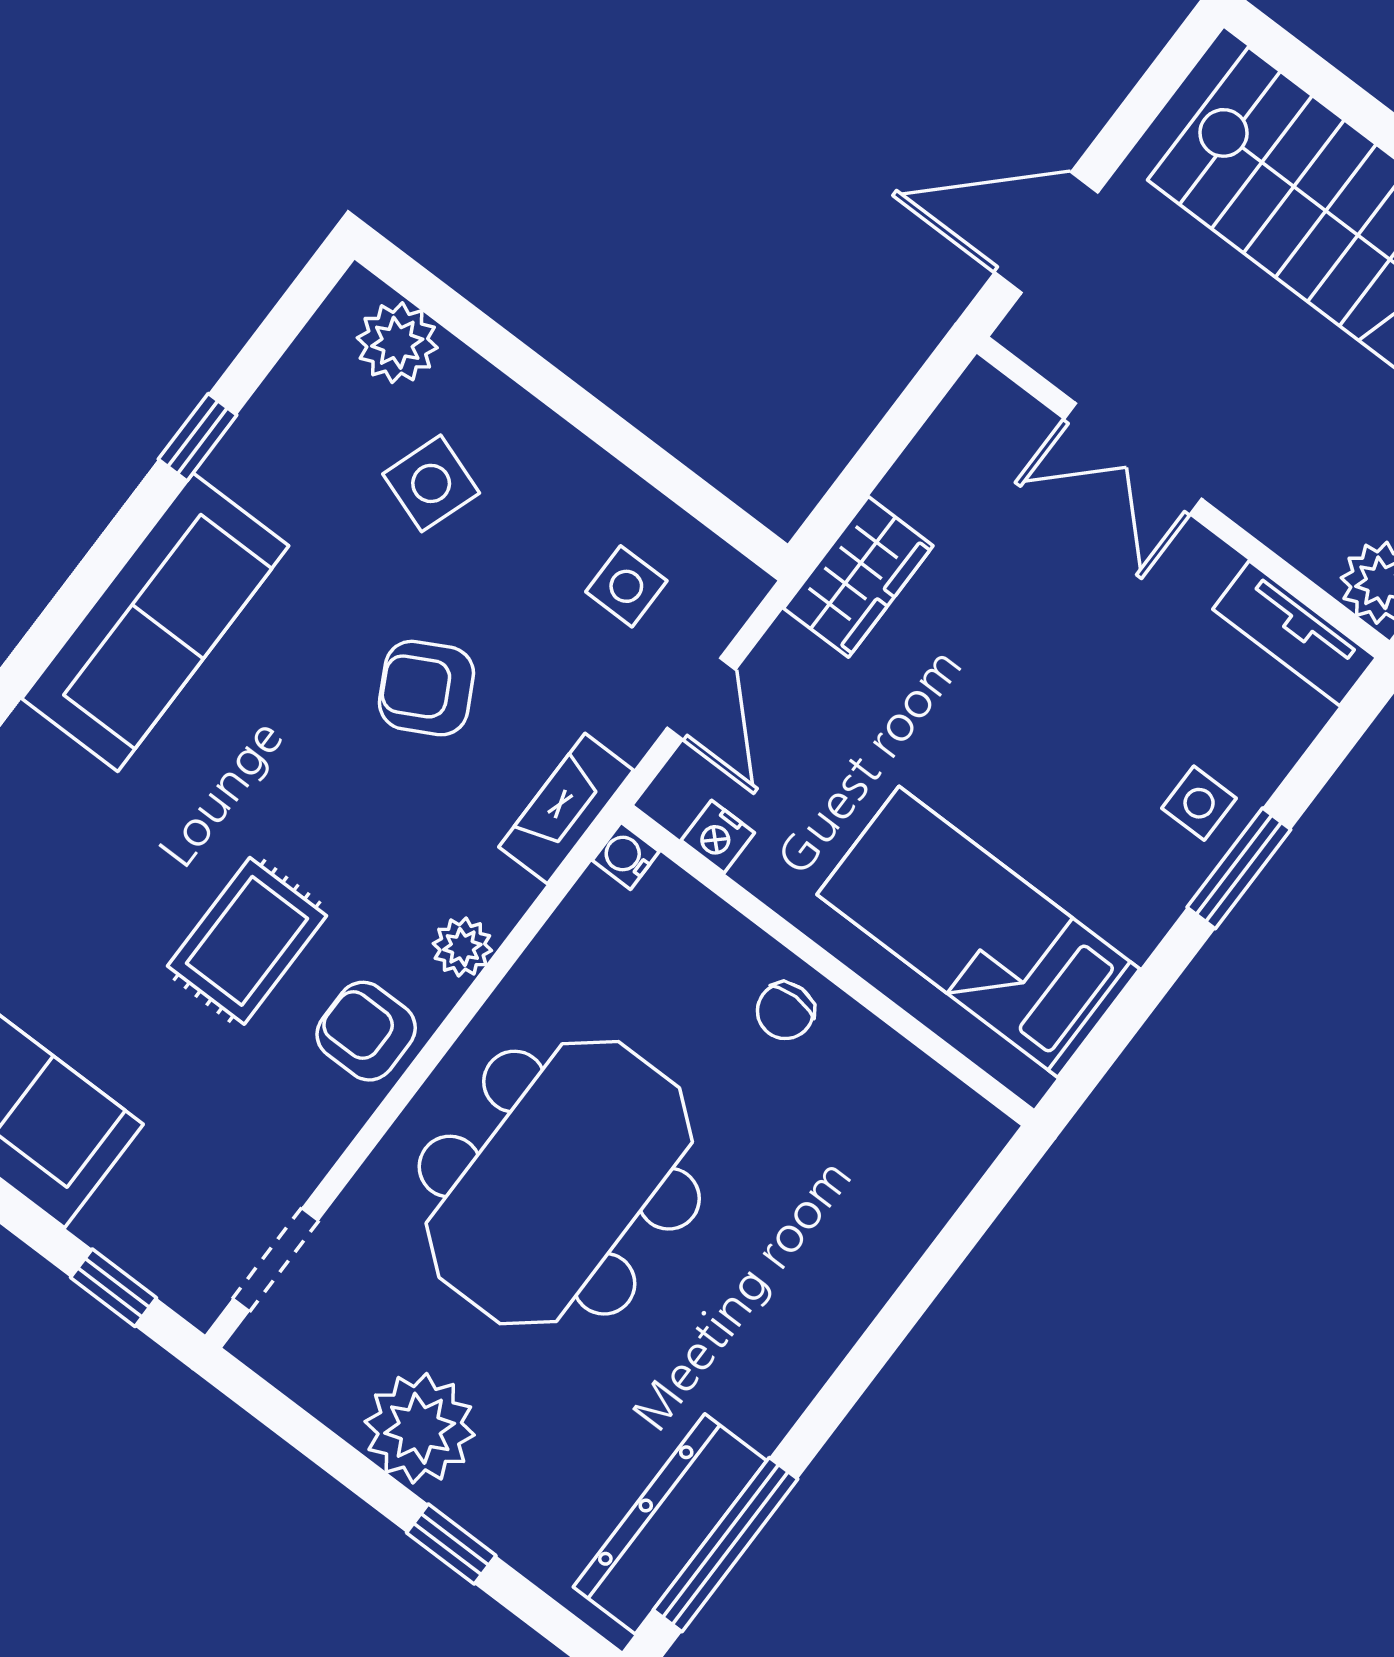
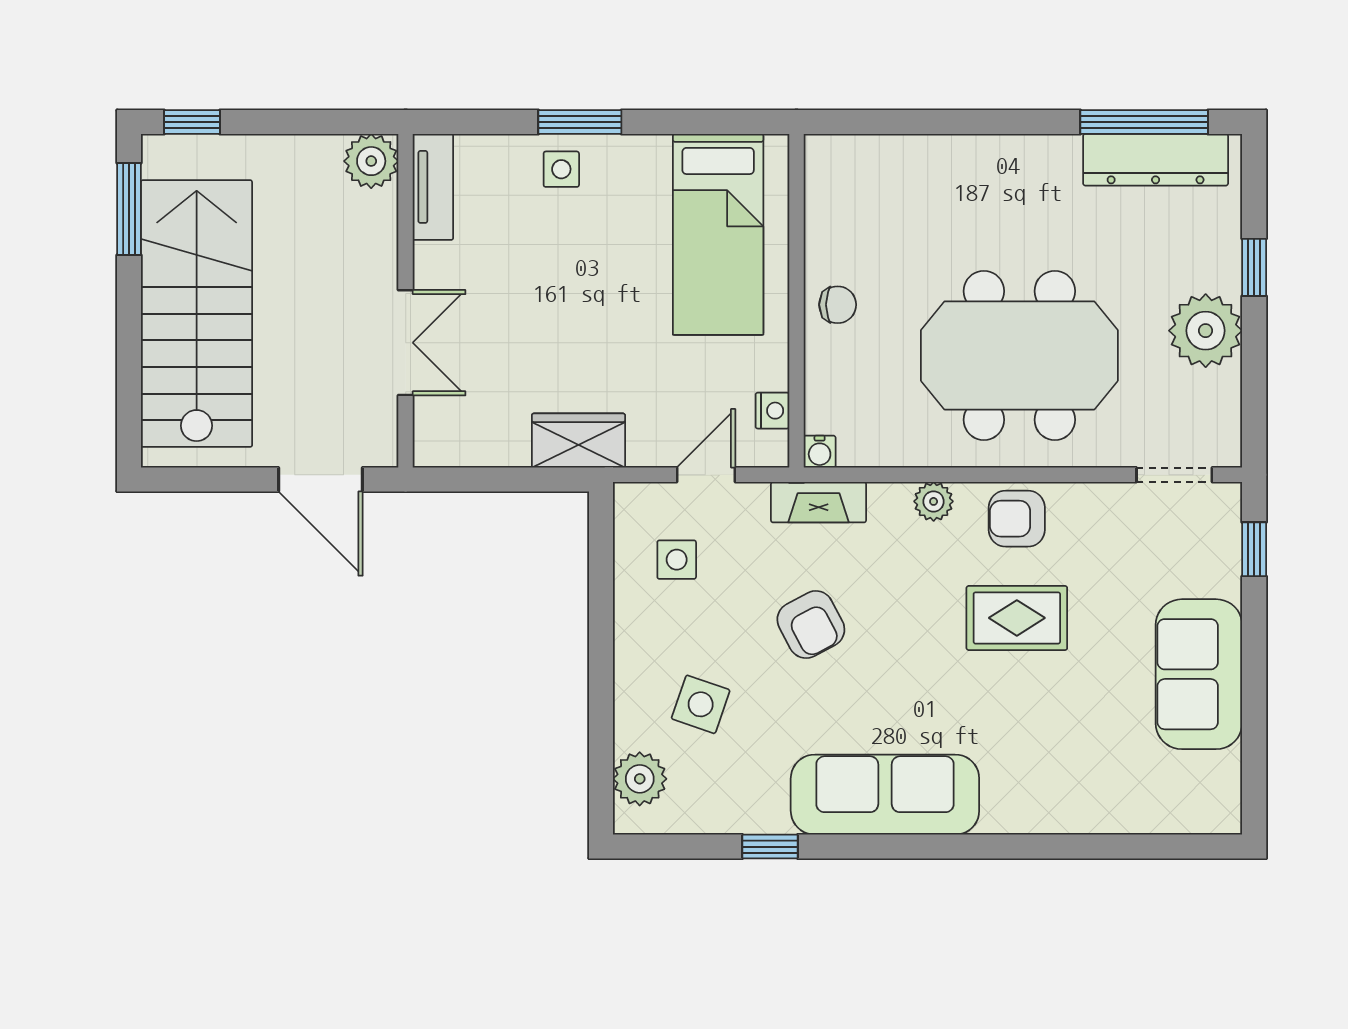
armchair: (366, 1031) -> (1017, 519), turned 90

